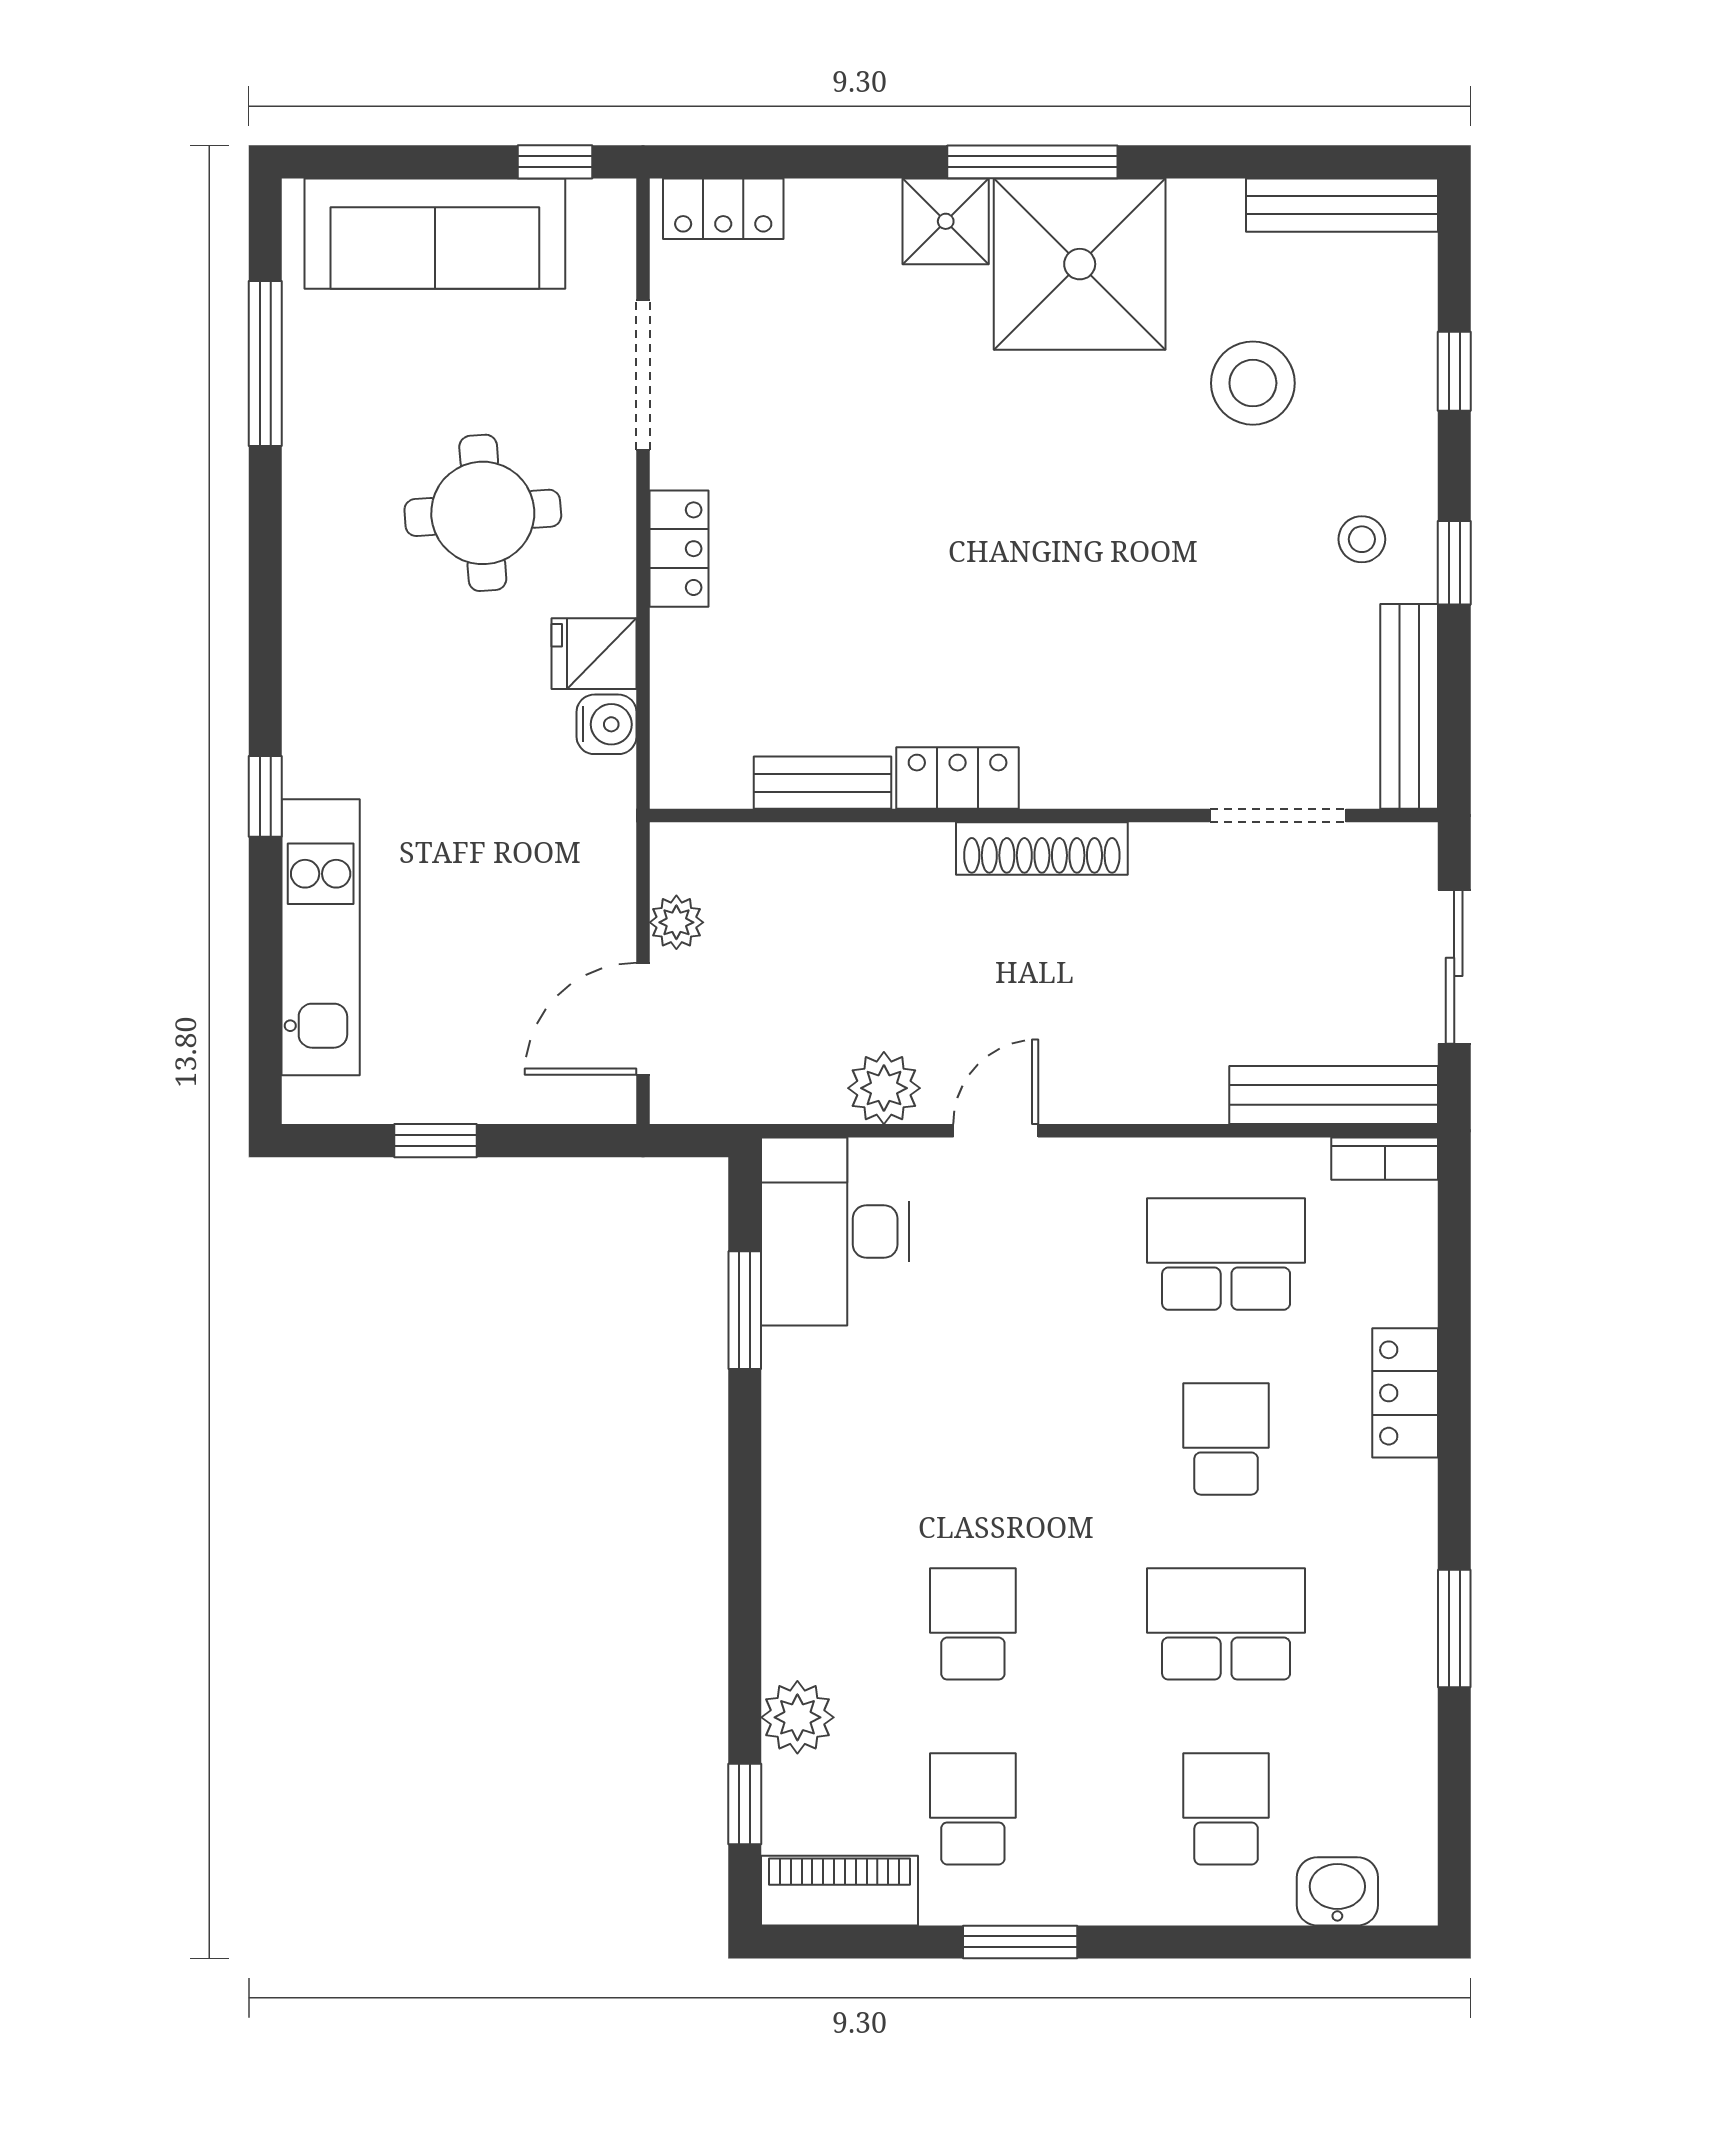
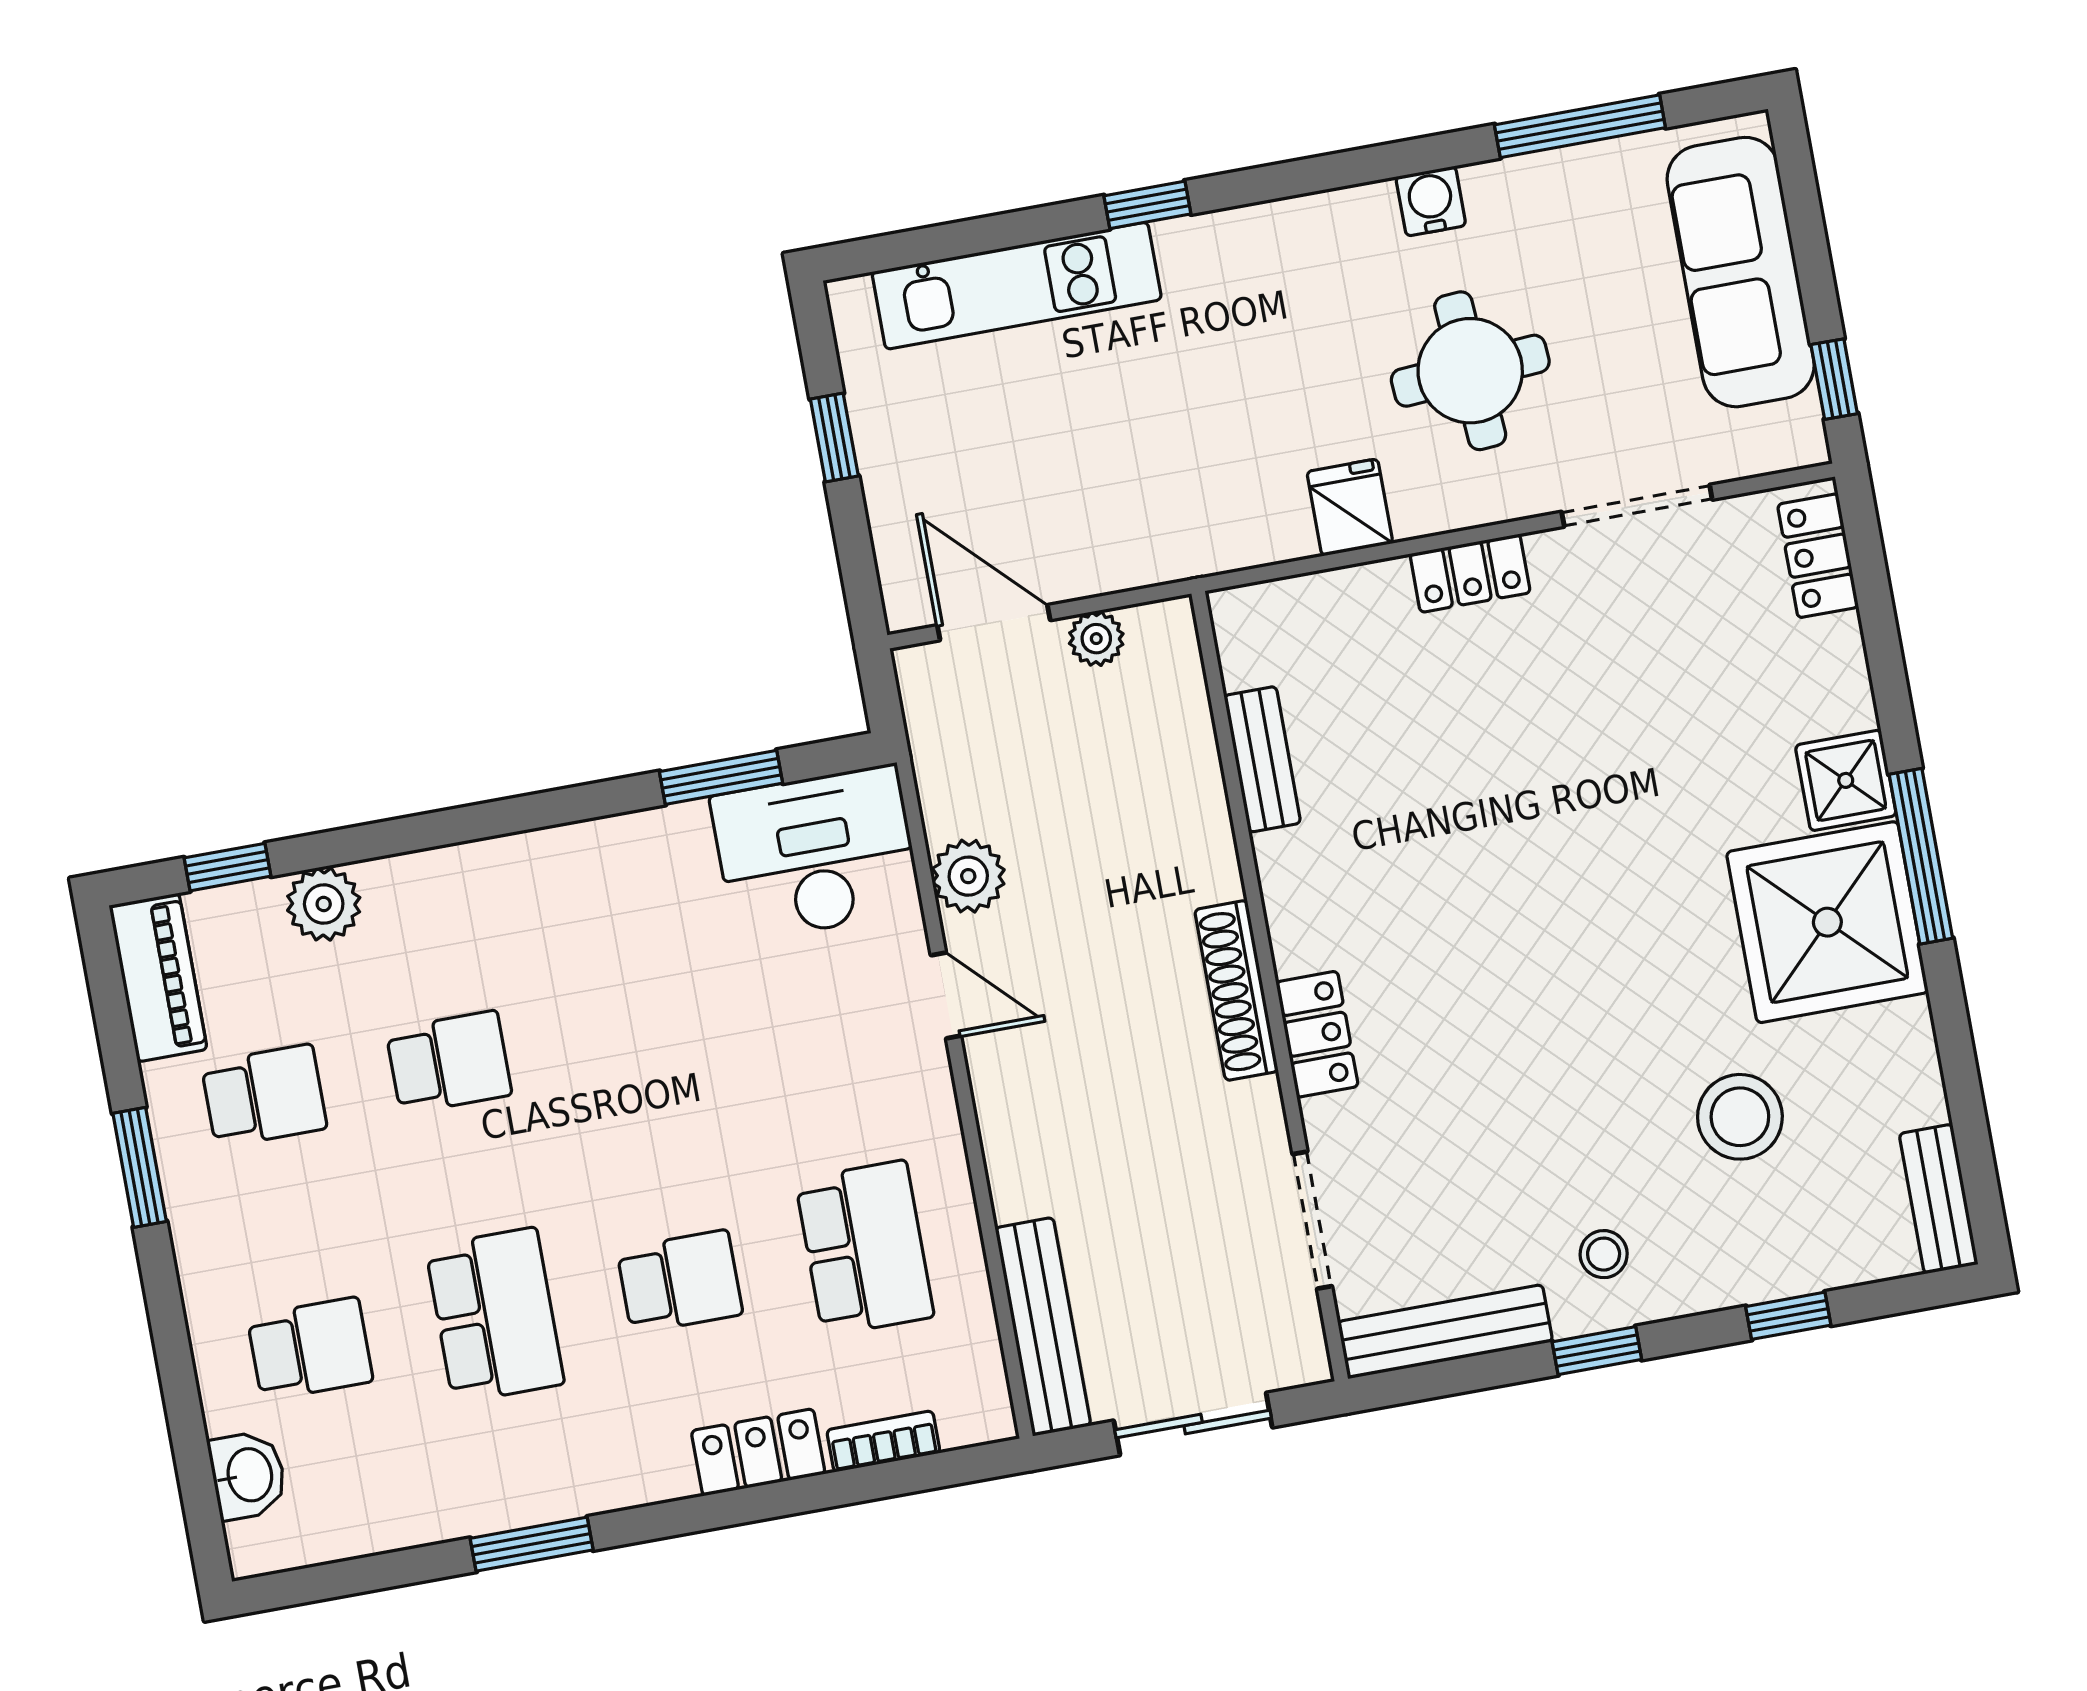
bench: (1342, 205) -> (1939, 1199), width x0.73
water cooler: (606, 724) -> (1431, 201), moved, turned 180
locker: (958, 778) -> (1317, 1034), moved
bookcase: (1385, 1159) -> (883, 1441), moved, turned 90

